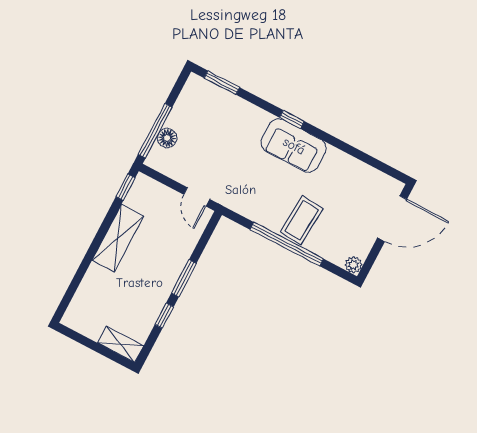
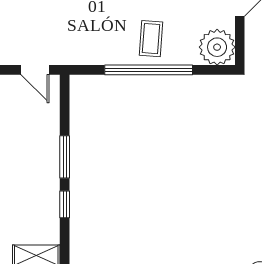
coffee table: (302, 220) -> (151, 39), width x0.73, depth x0.77
plant: (354, 265) -> (217, 47), width x1.87, depth x1.87

